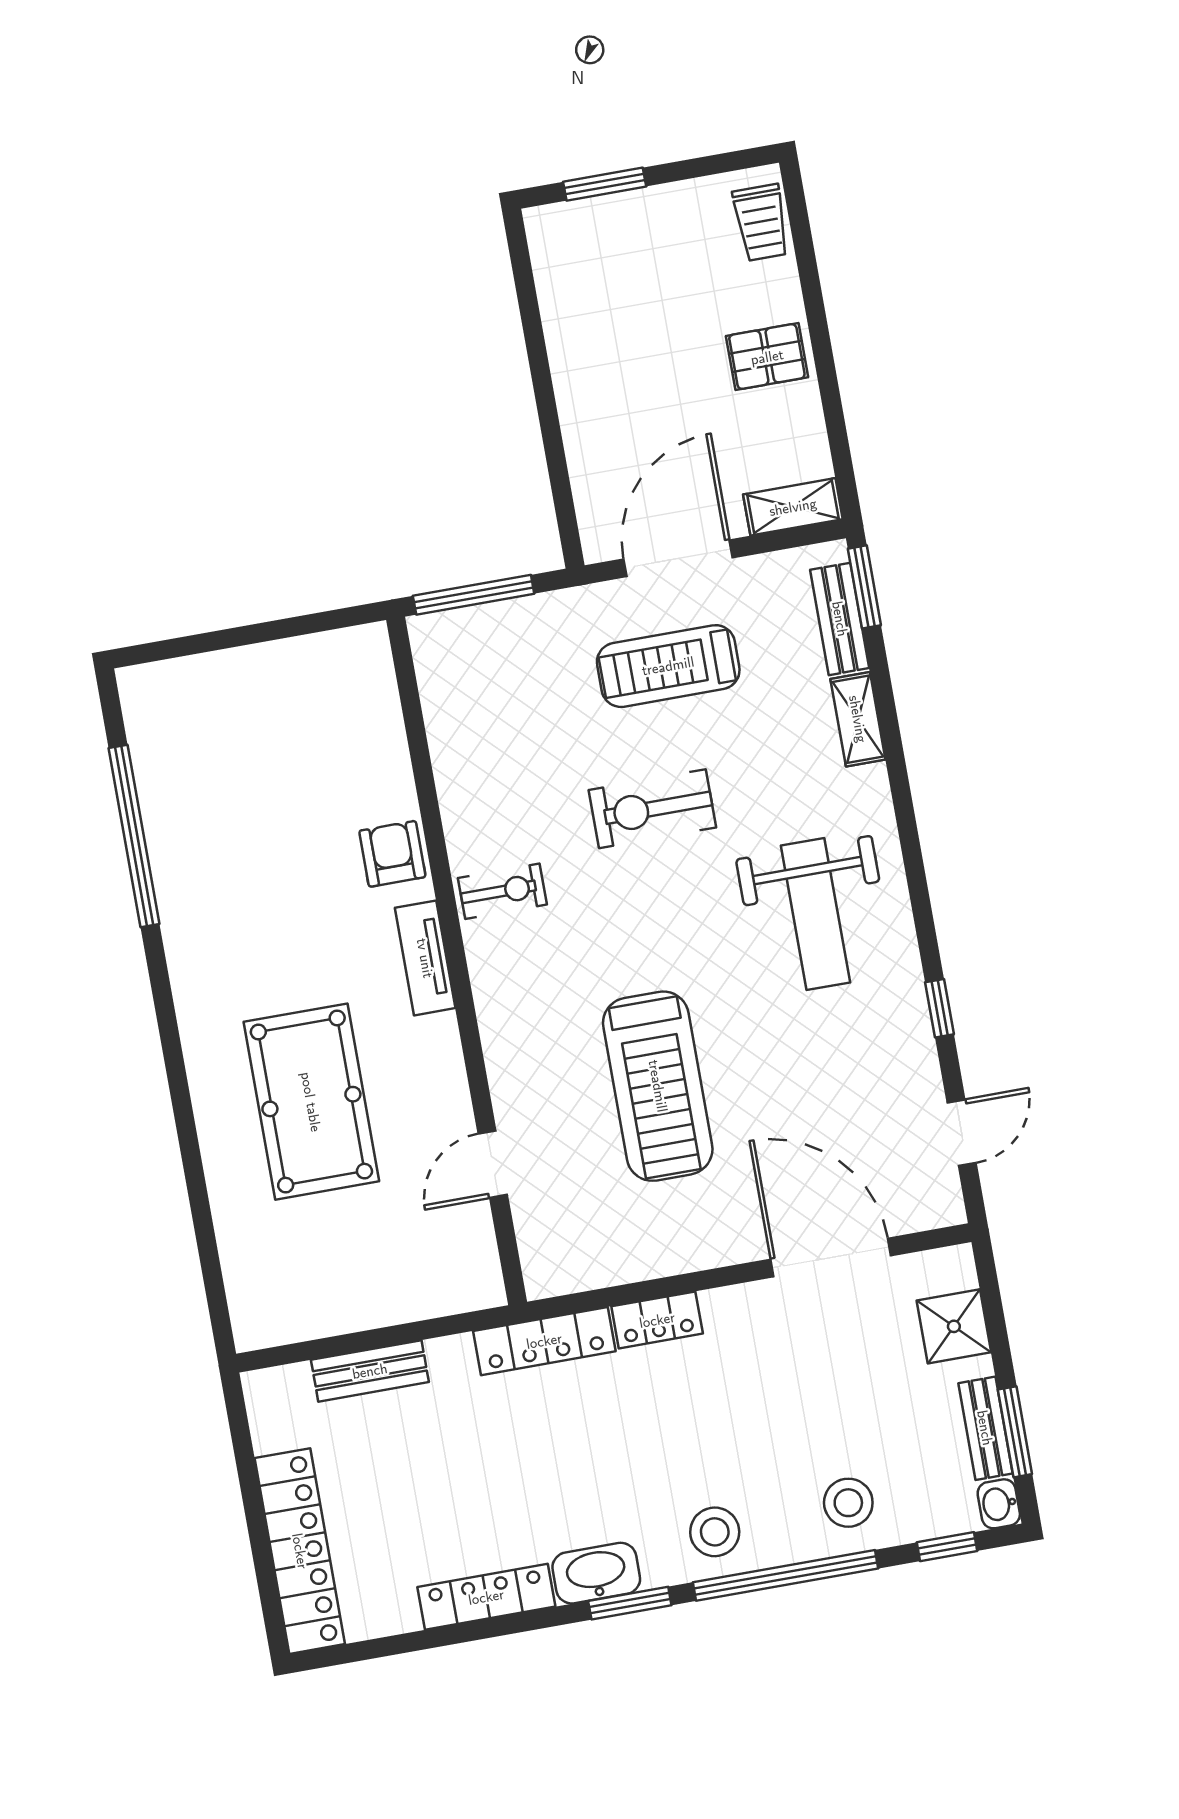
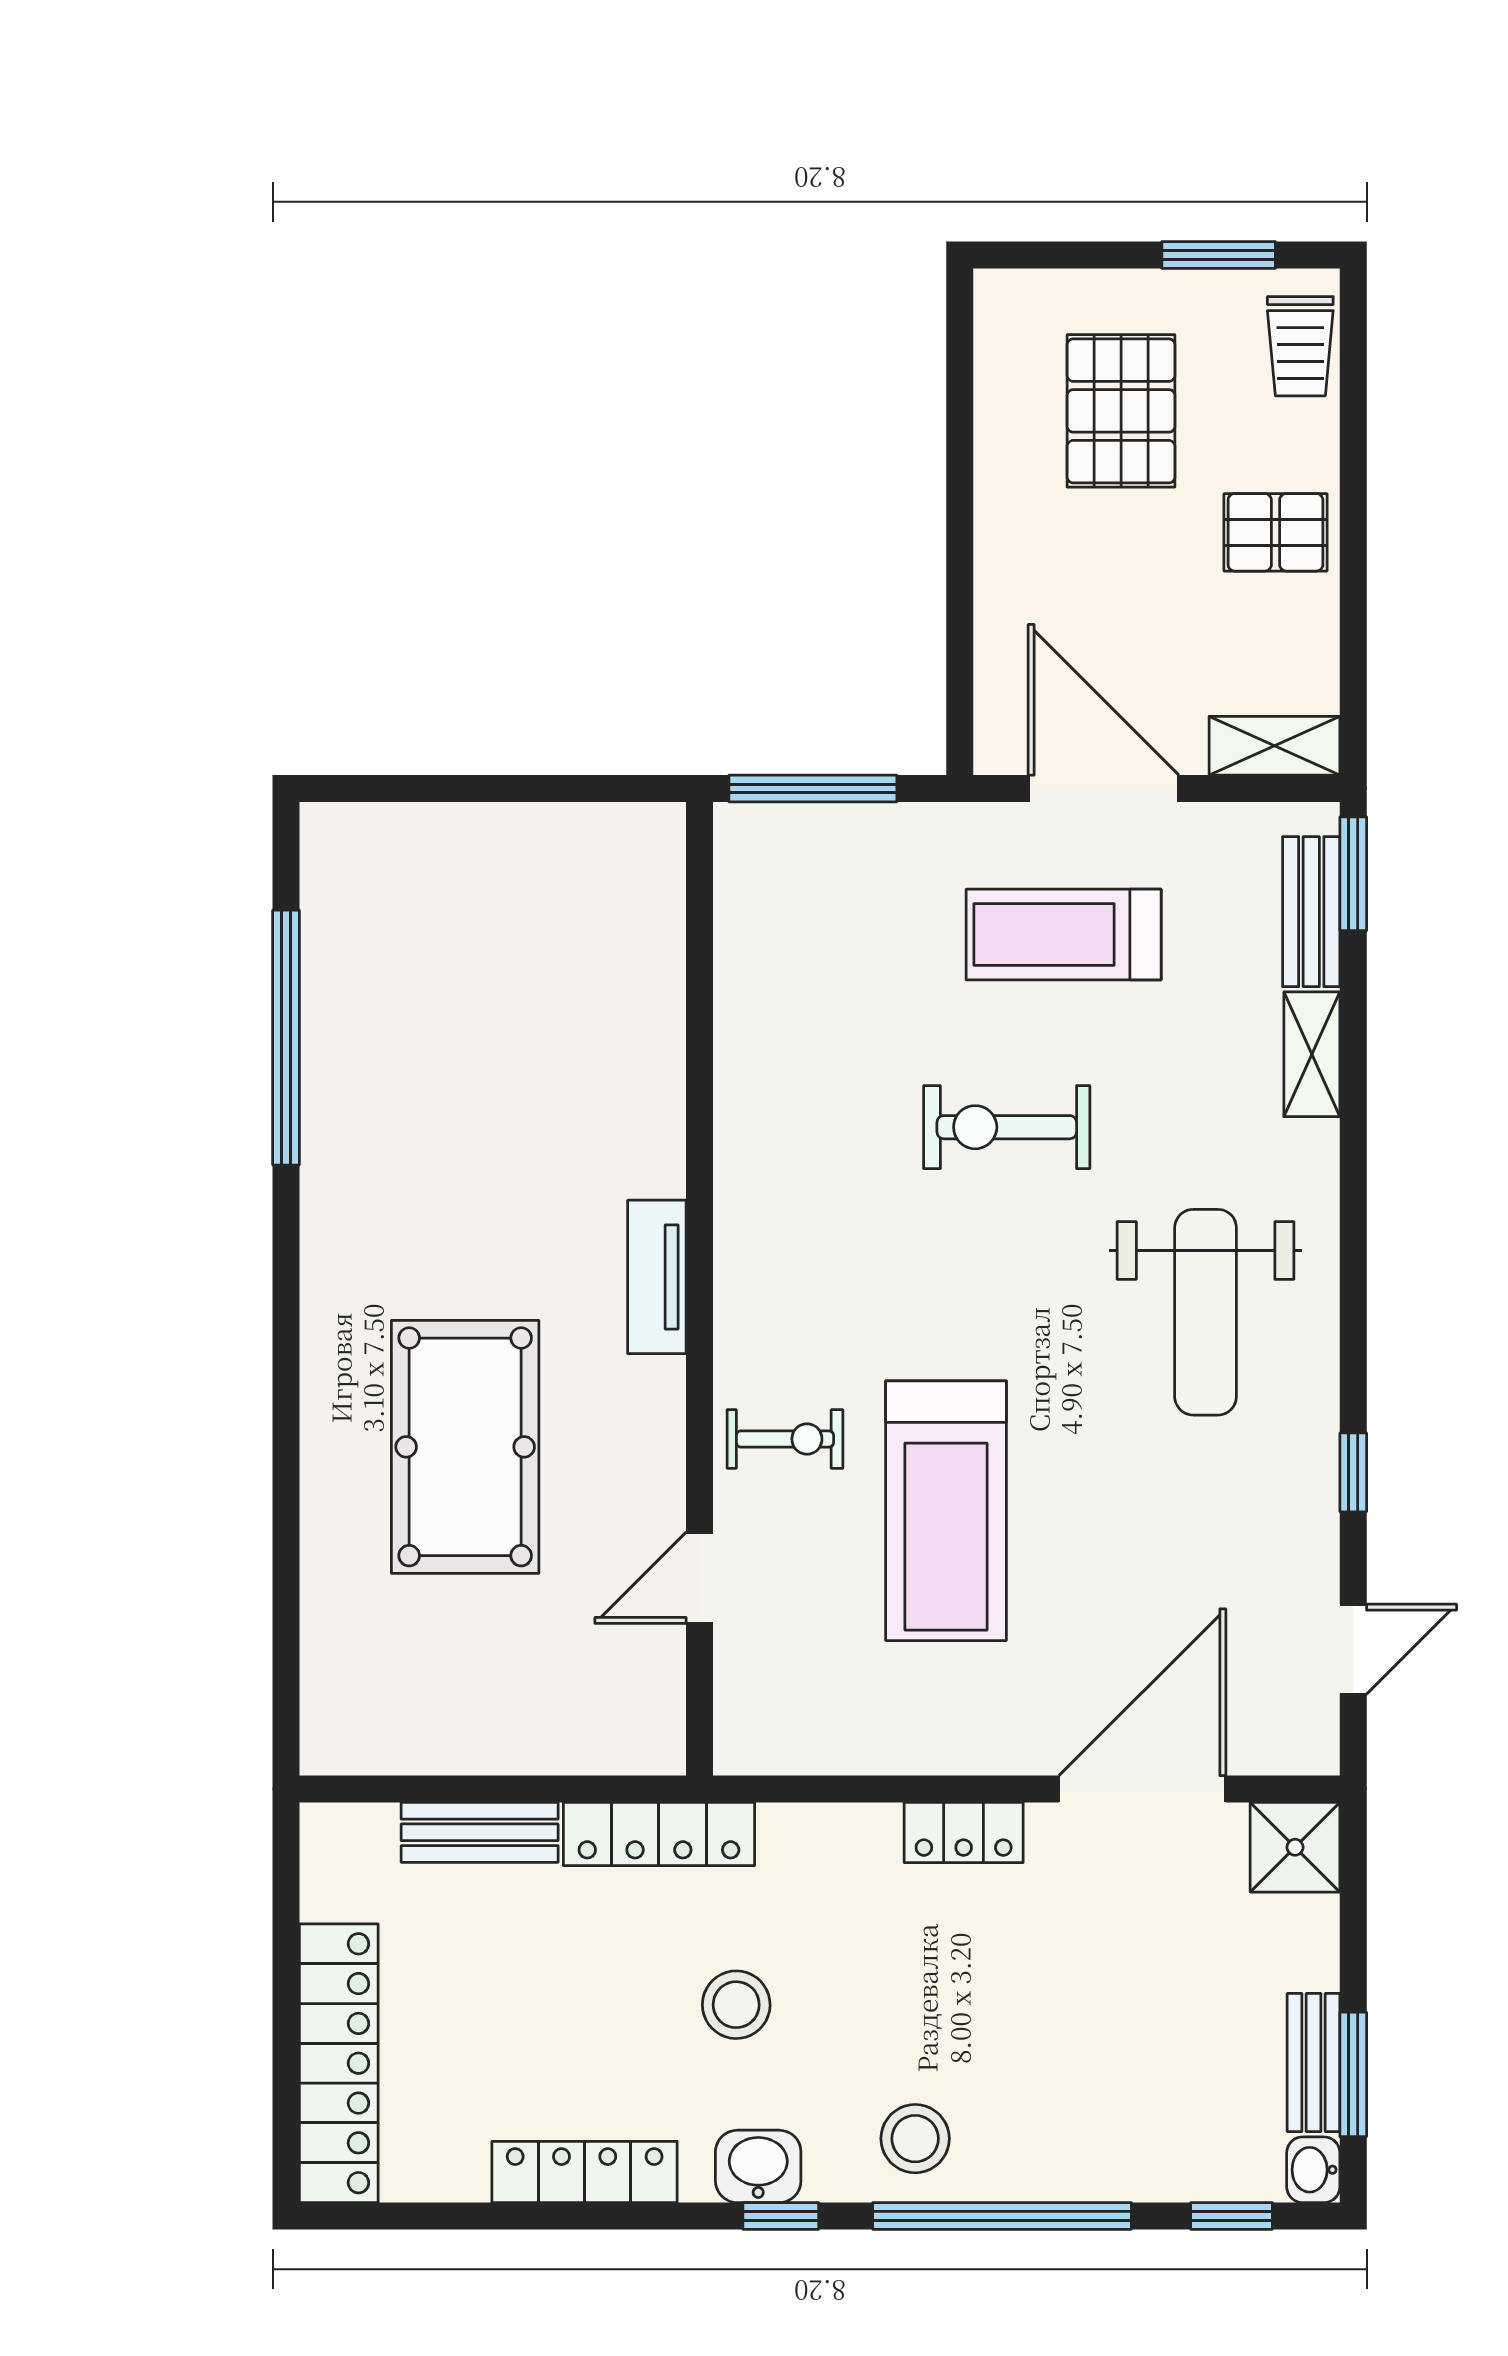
window: (605, 184) -> (1219, 255), moved
pallet: (643, 290) -> (1121, 411), added
door: (678, 558) -> (1104, 789), hinge flipped
armchair: (392, 854) -> (637, 1126), removed
exercise bike: (502, 891) -> (785, 1439), moved
door: (831, 1257) -> (1142, 1789), hinge flipped
locker: (657, 1320) -> (964, 1832), moved
shower: (954, 1326) -> (1295, 1847), moved
locker: (544, 1341) -> (659, 1834), moved
stool: (848, 1503) -> (736, 2005), moved
washbasin: (596, 1573) -> (758, 2166), width x0.72
window: (630, 1603) -> (781, 2216), width x0.67

